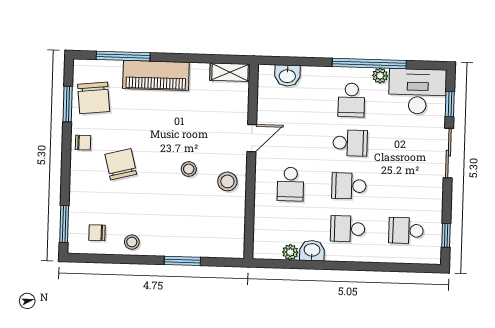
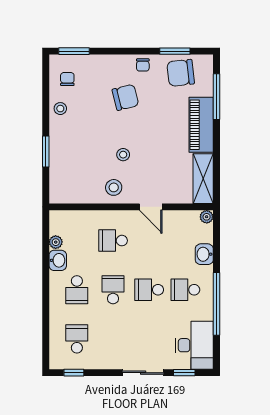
shelving: (230, 72) -> (203, 179), width x1.50, depth x1.33
washbasin: (287, 76) -> (204, 254), moved
plant: (380, 76) -> (207, 217), moved
school desk: (350, 143) -> (149, 290), turned 90
school desk: (348, 229) -> (77, 290), turned 180

